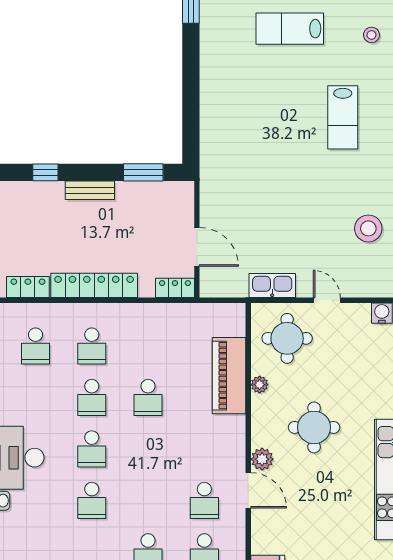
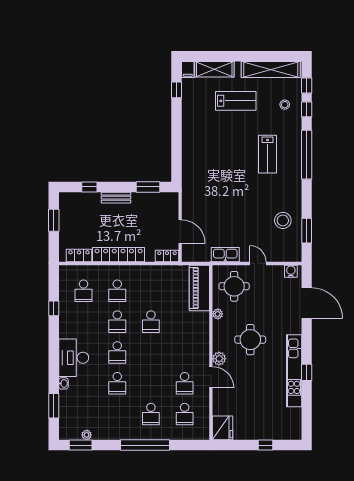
lab bench: (290, 29) -> (236, 101), turned 180
piano: (229, 376) -> (199, 288), moved

